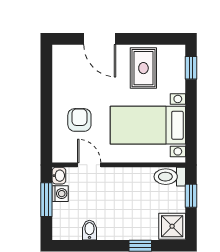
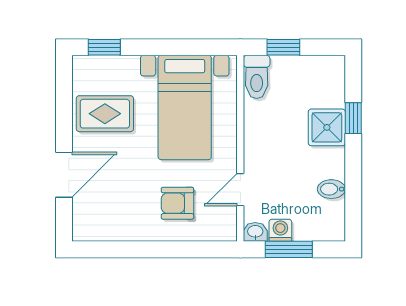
shower: (172, 226) -> (327, 127), moved

